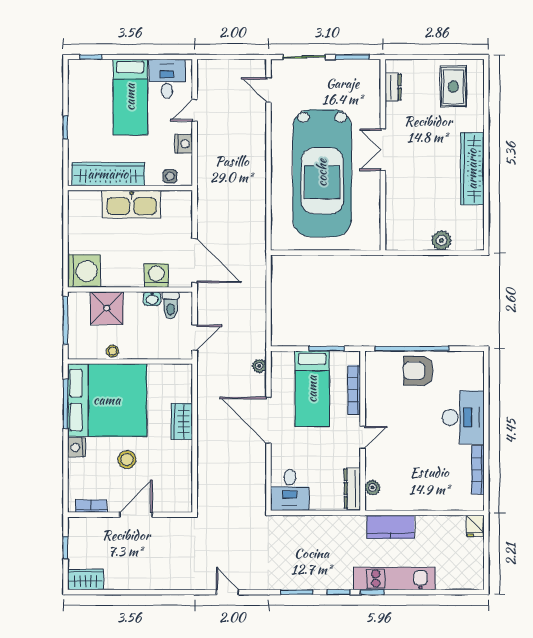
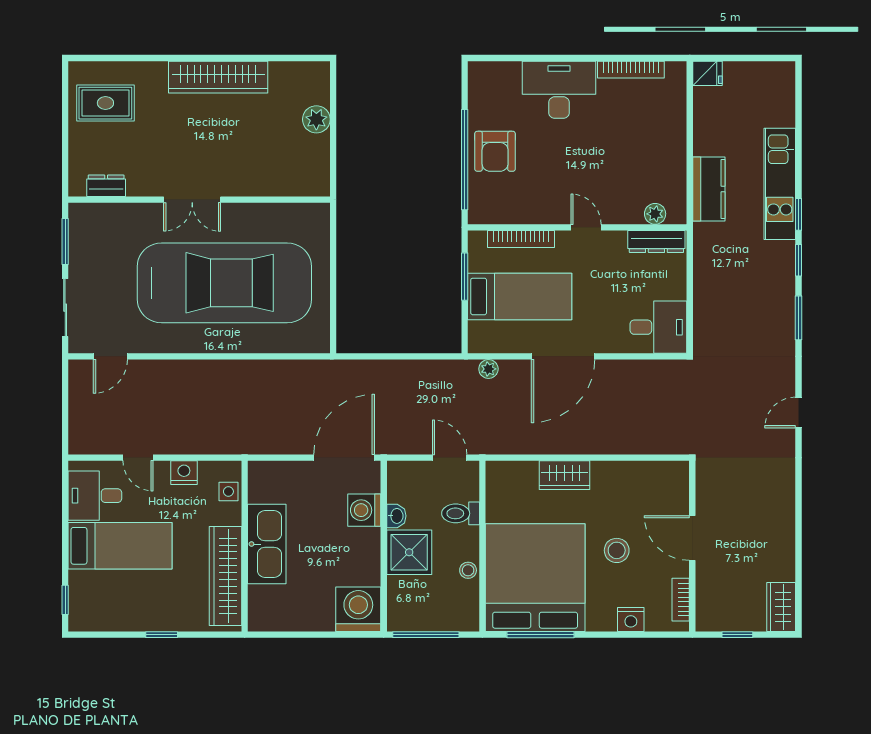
toilet: (171, 305) -> (461, 513), moved, turned 180
shower: (107, 308) -> (409, 552), moved
nightstand: (77, 447) -> (631, 619), moved

